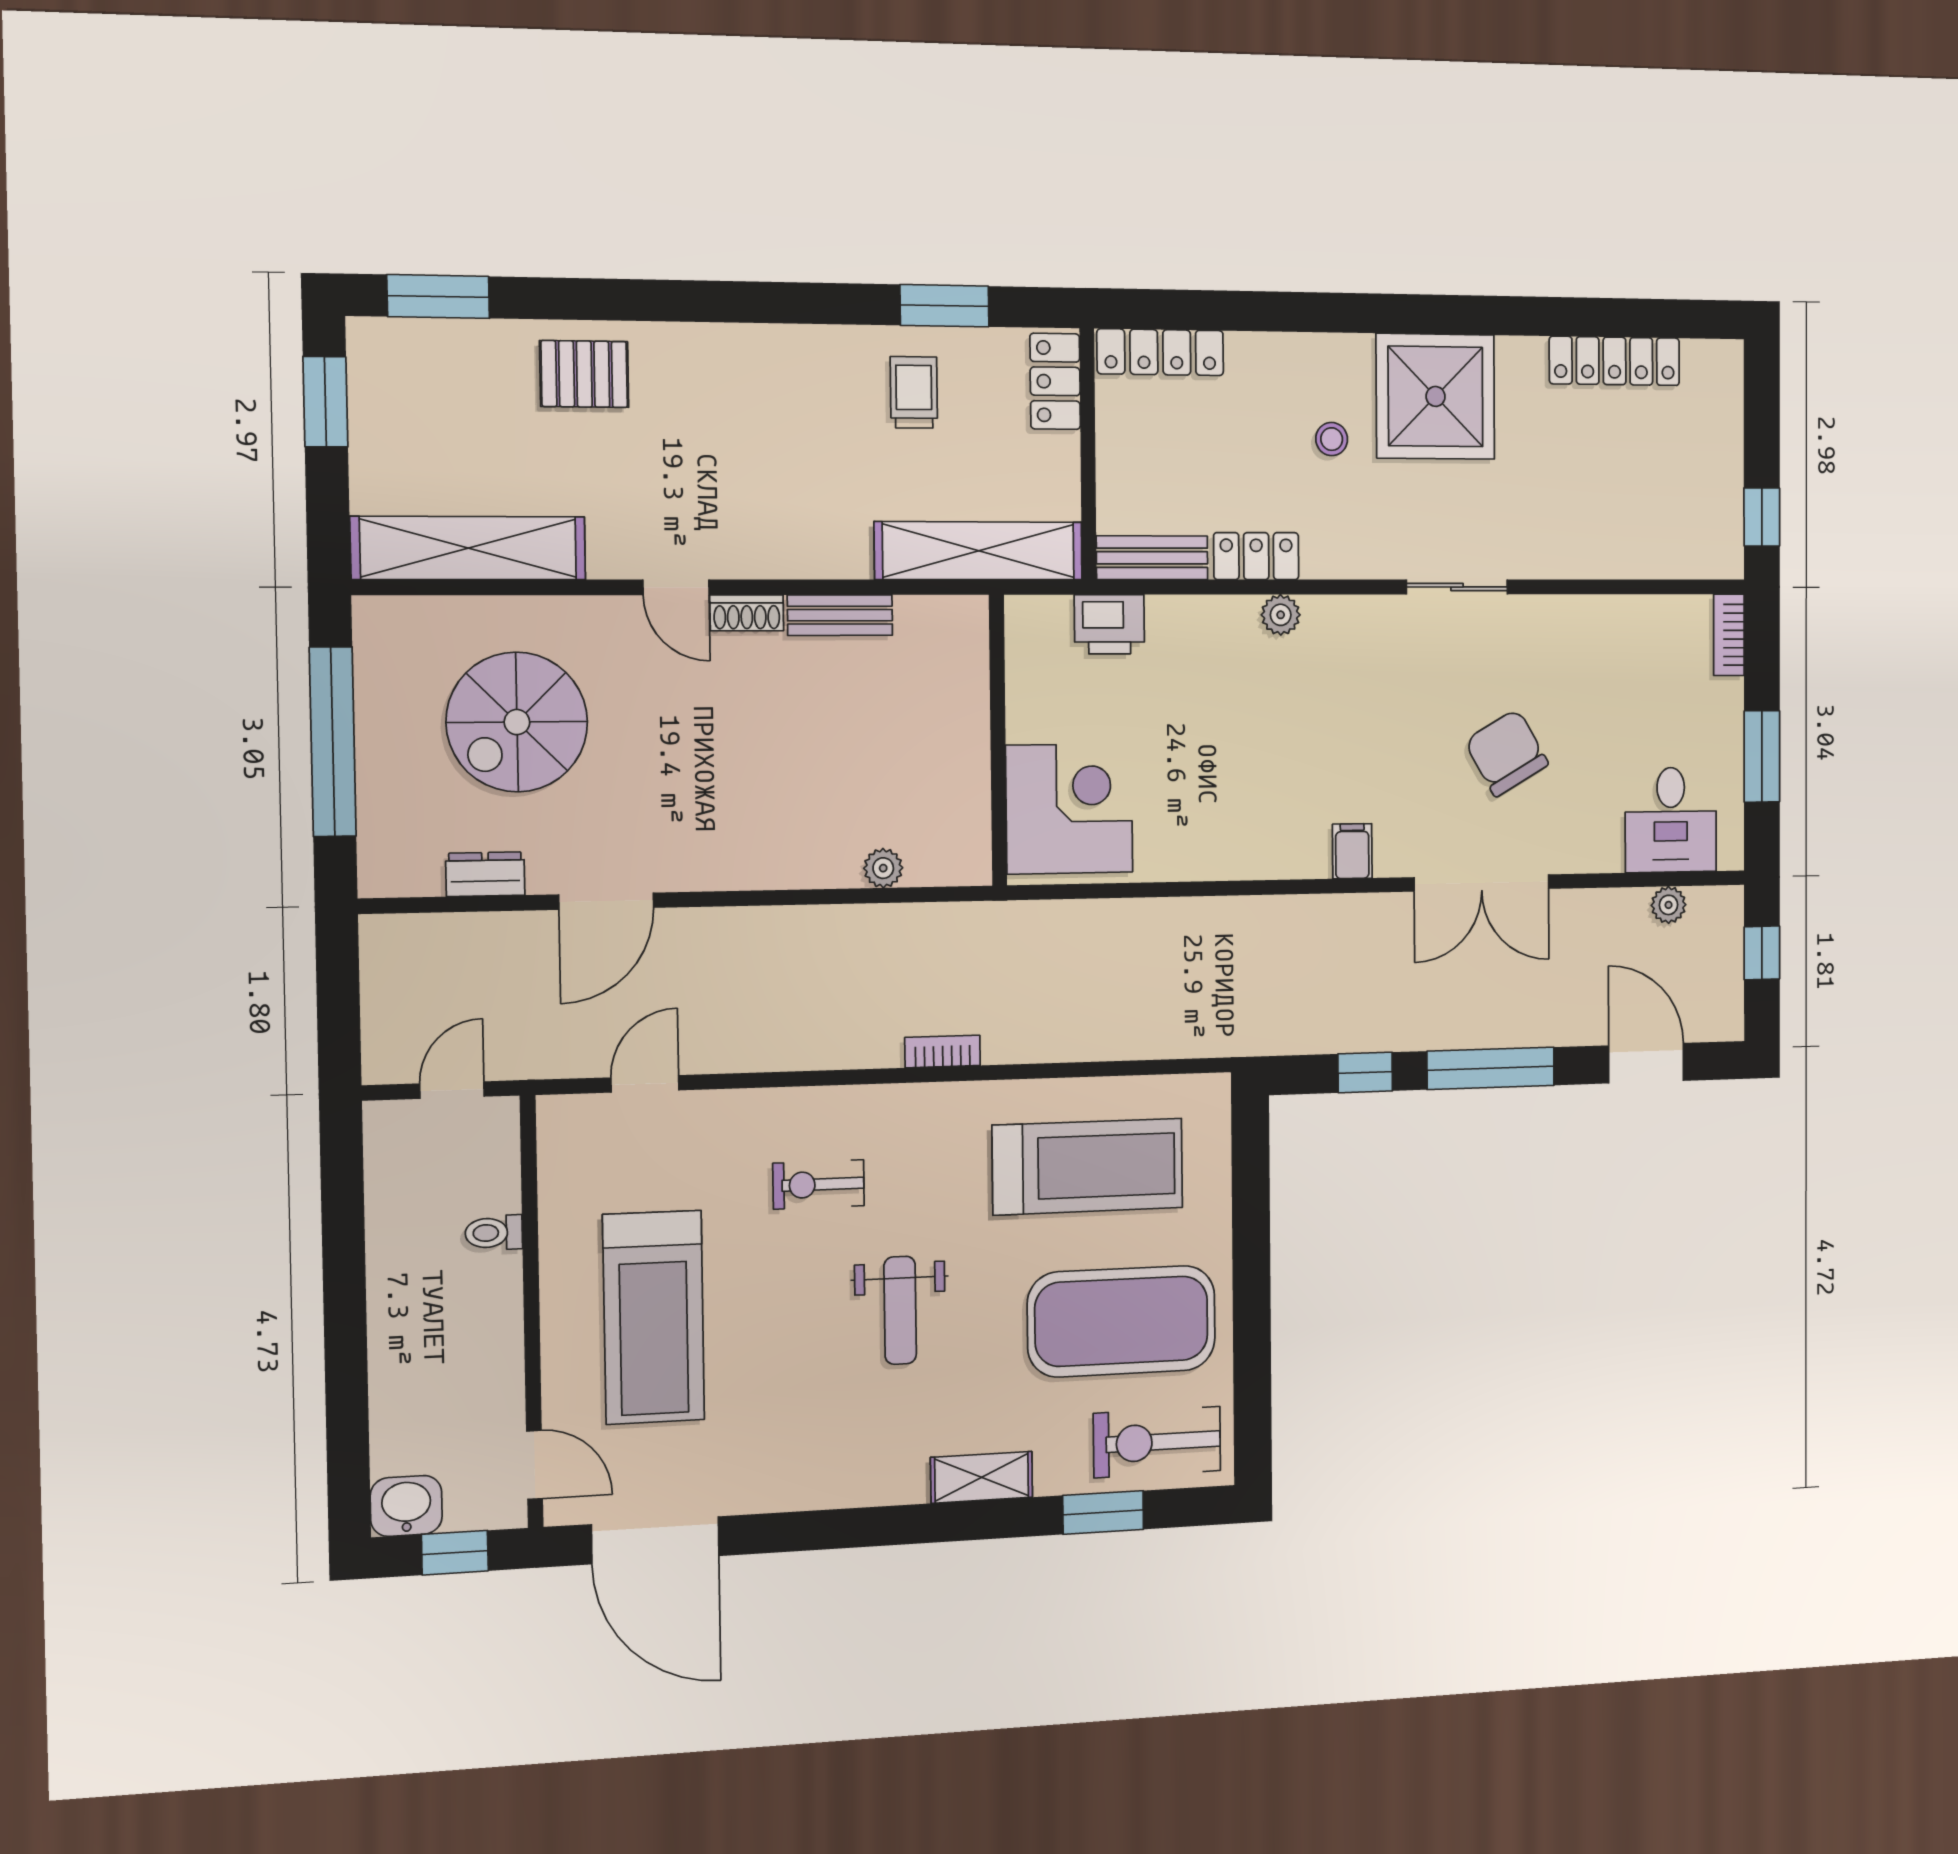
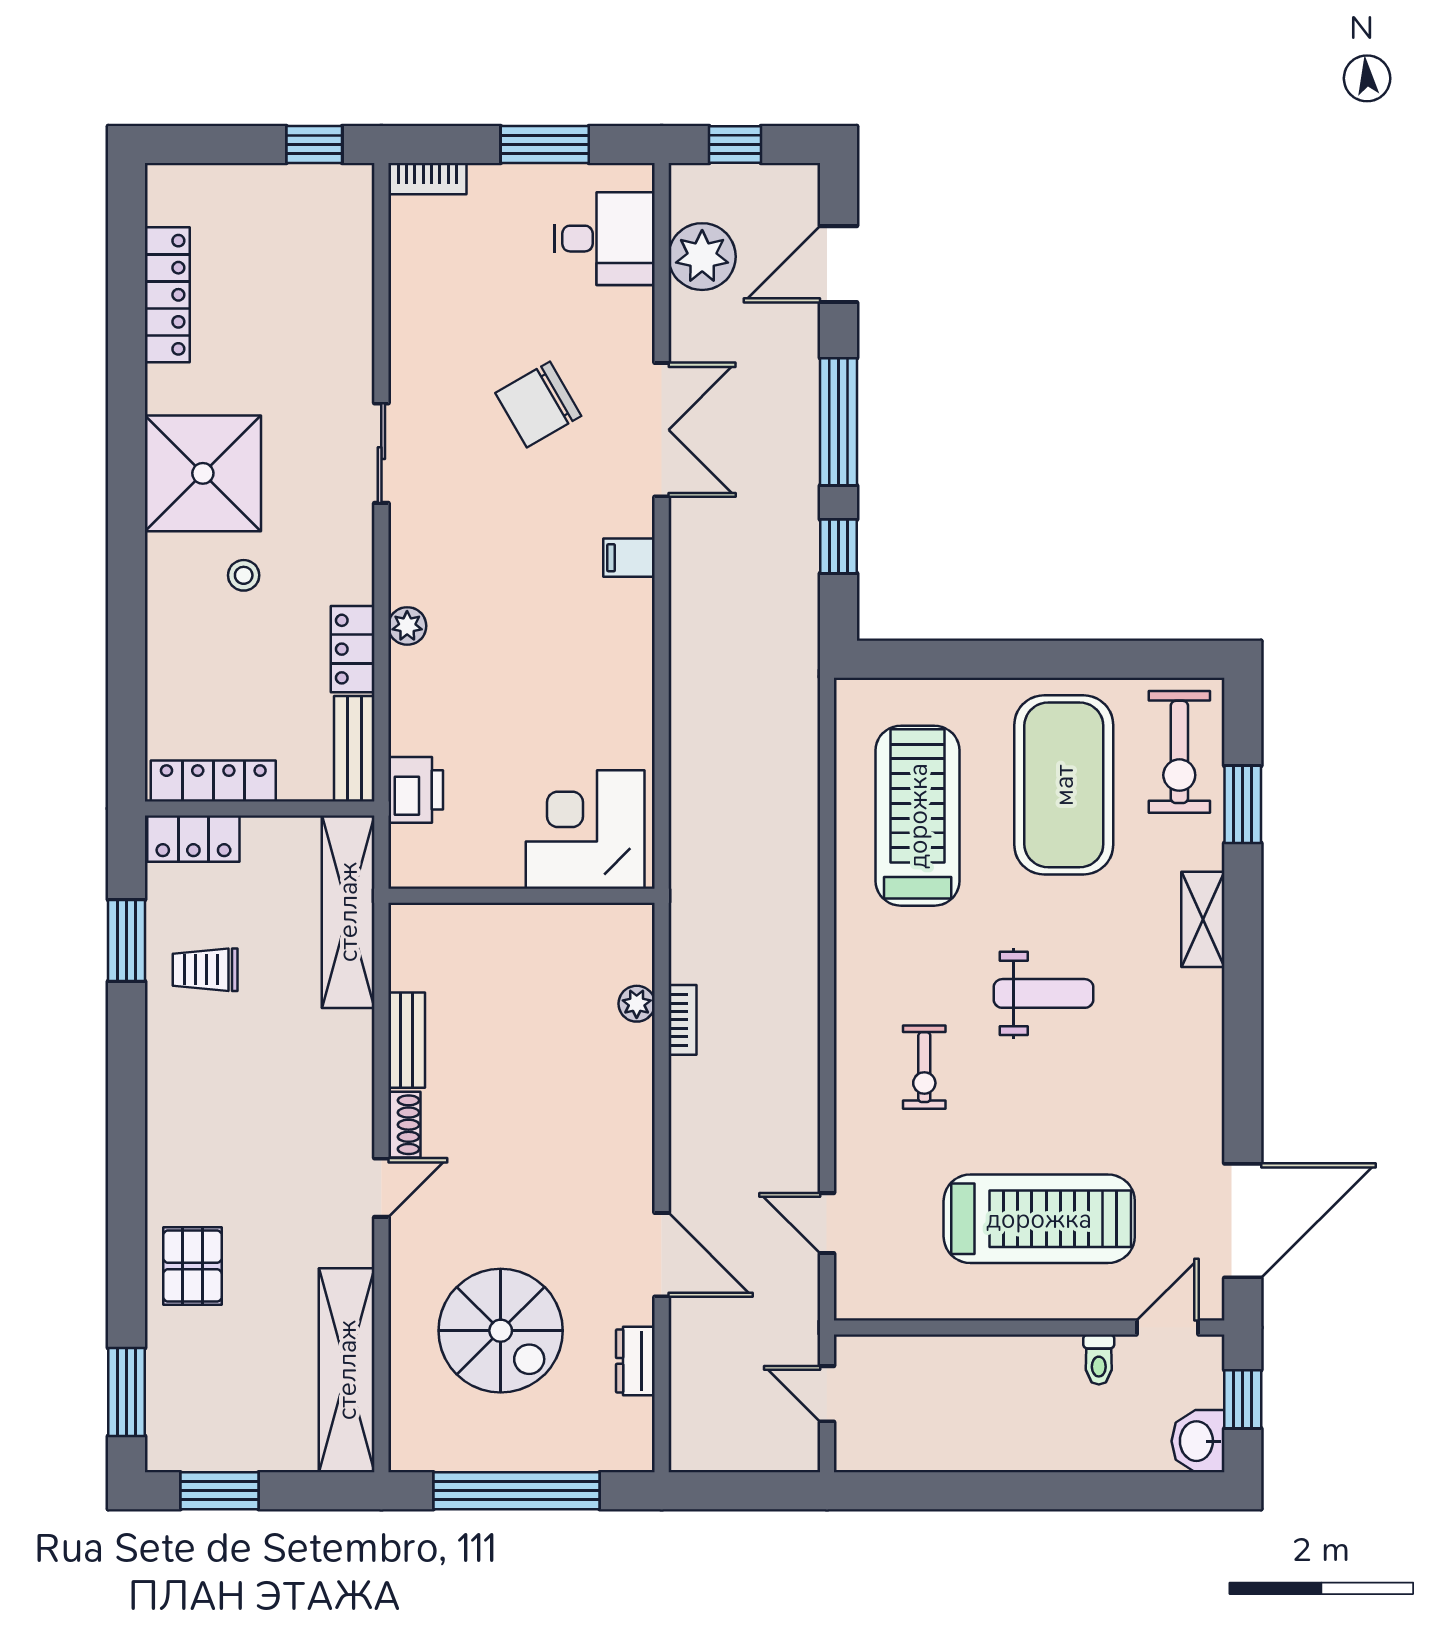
locker: (1160, 352) -> (213, 781), moved, turned -90
plant: (1669, 905) -> (702, 257), width x1.88, depth x1.88
bookcase: (943, 1051) -> (682, 1020), moved, turned 180
toilet: (494, 1233) -> (1099, 1360), moved

